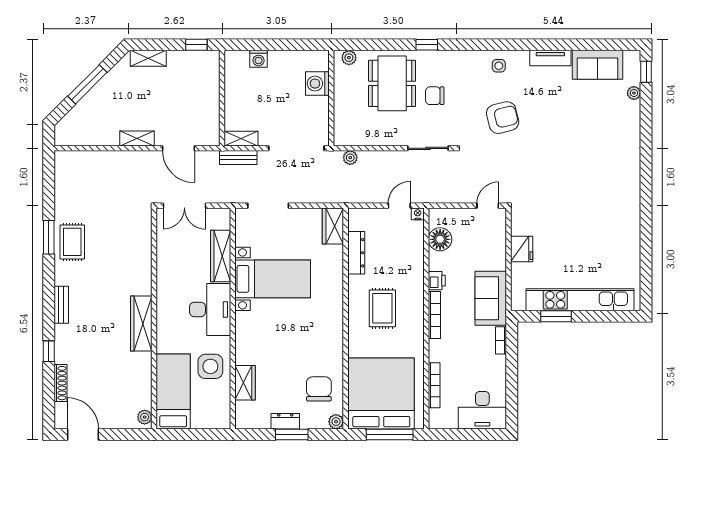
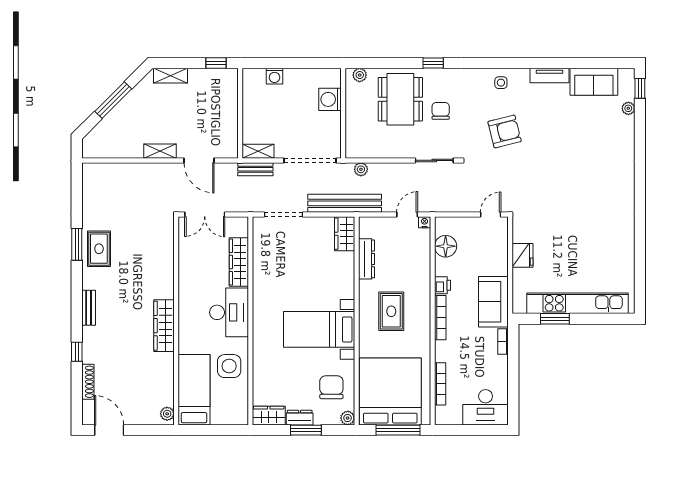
chair: (435, 96) -> (441, 111), turned 90
bench: (333, 194) -> (345, 203), added
bed with nightstands: (273, 279) -> (319, 329), moved, turned 180
wardrobe: (245, 383) -> (269, 416), moved, turned -90

